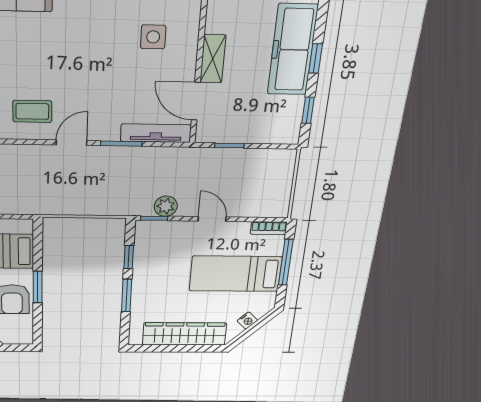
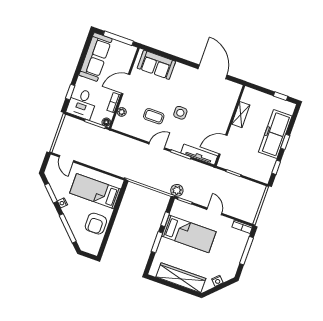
side table: (153, 37) -> (180, 113), moved
shelving: (213, 59) -> (241, 115), moved
door: (196, 101) -> (223, 145), hinge flipped
coffee table: (32, 111) -> (154, 116), moved
plant: (166, 206) -> (177, 190), moved
bed: (236, 274) -> (189, 234), moved, turned 180
window: (38, 287) -> (112, 221), removed

